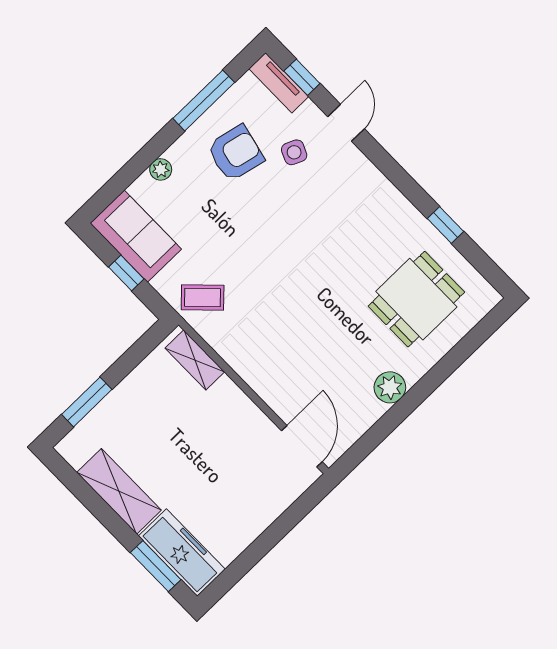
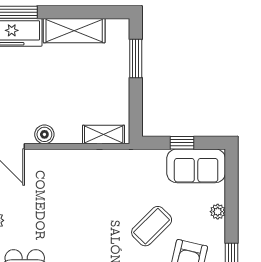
coffee table: (203, 298) -> (152, 226), moved, width x1.36, depth x1.30
boiler: (253, 420) -> (44, 134), added

